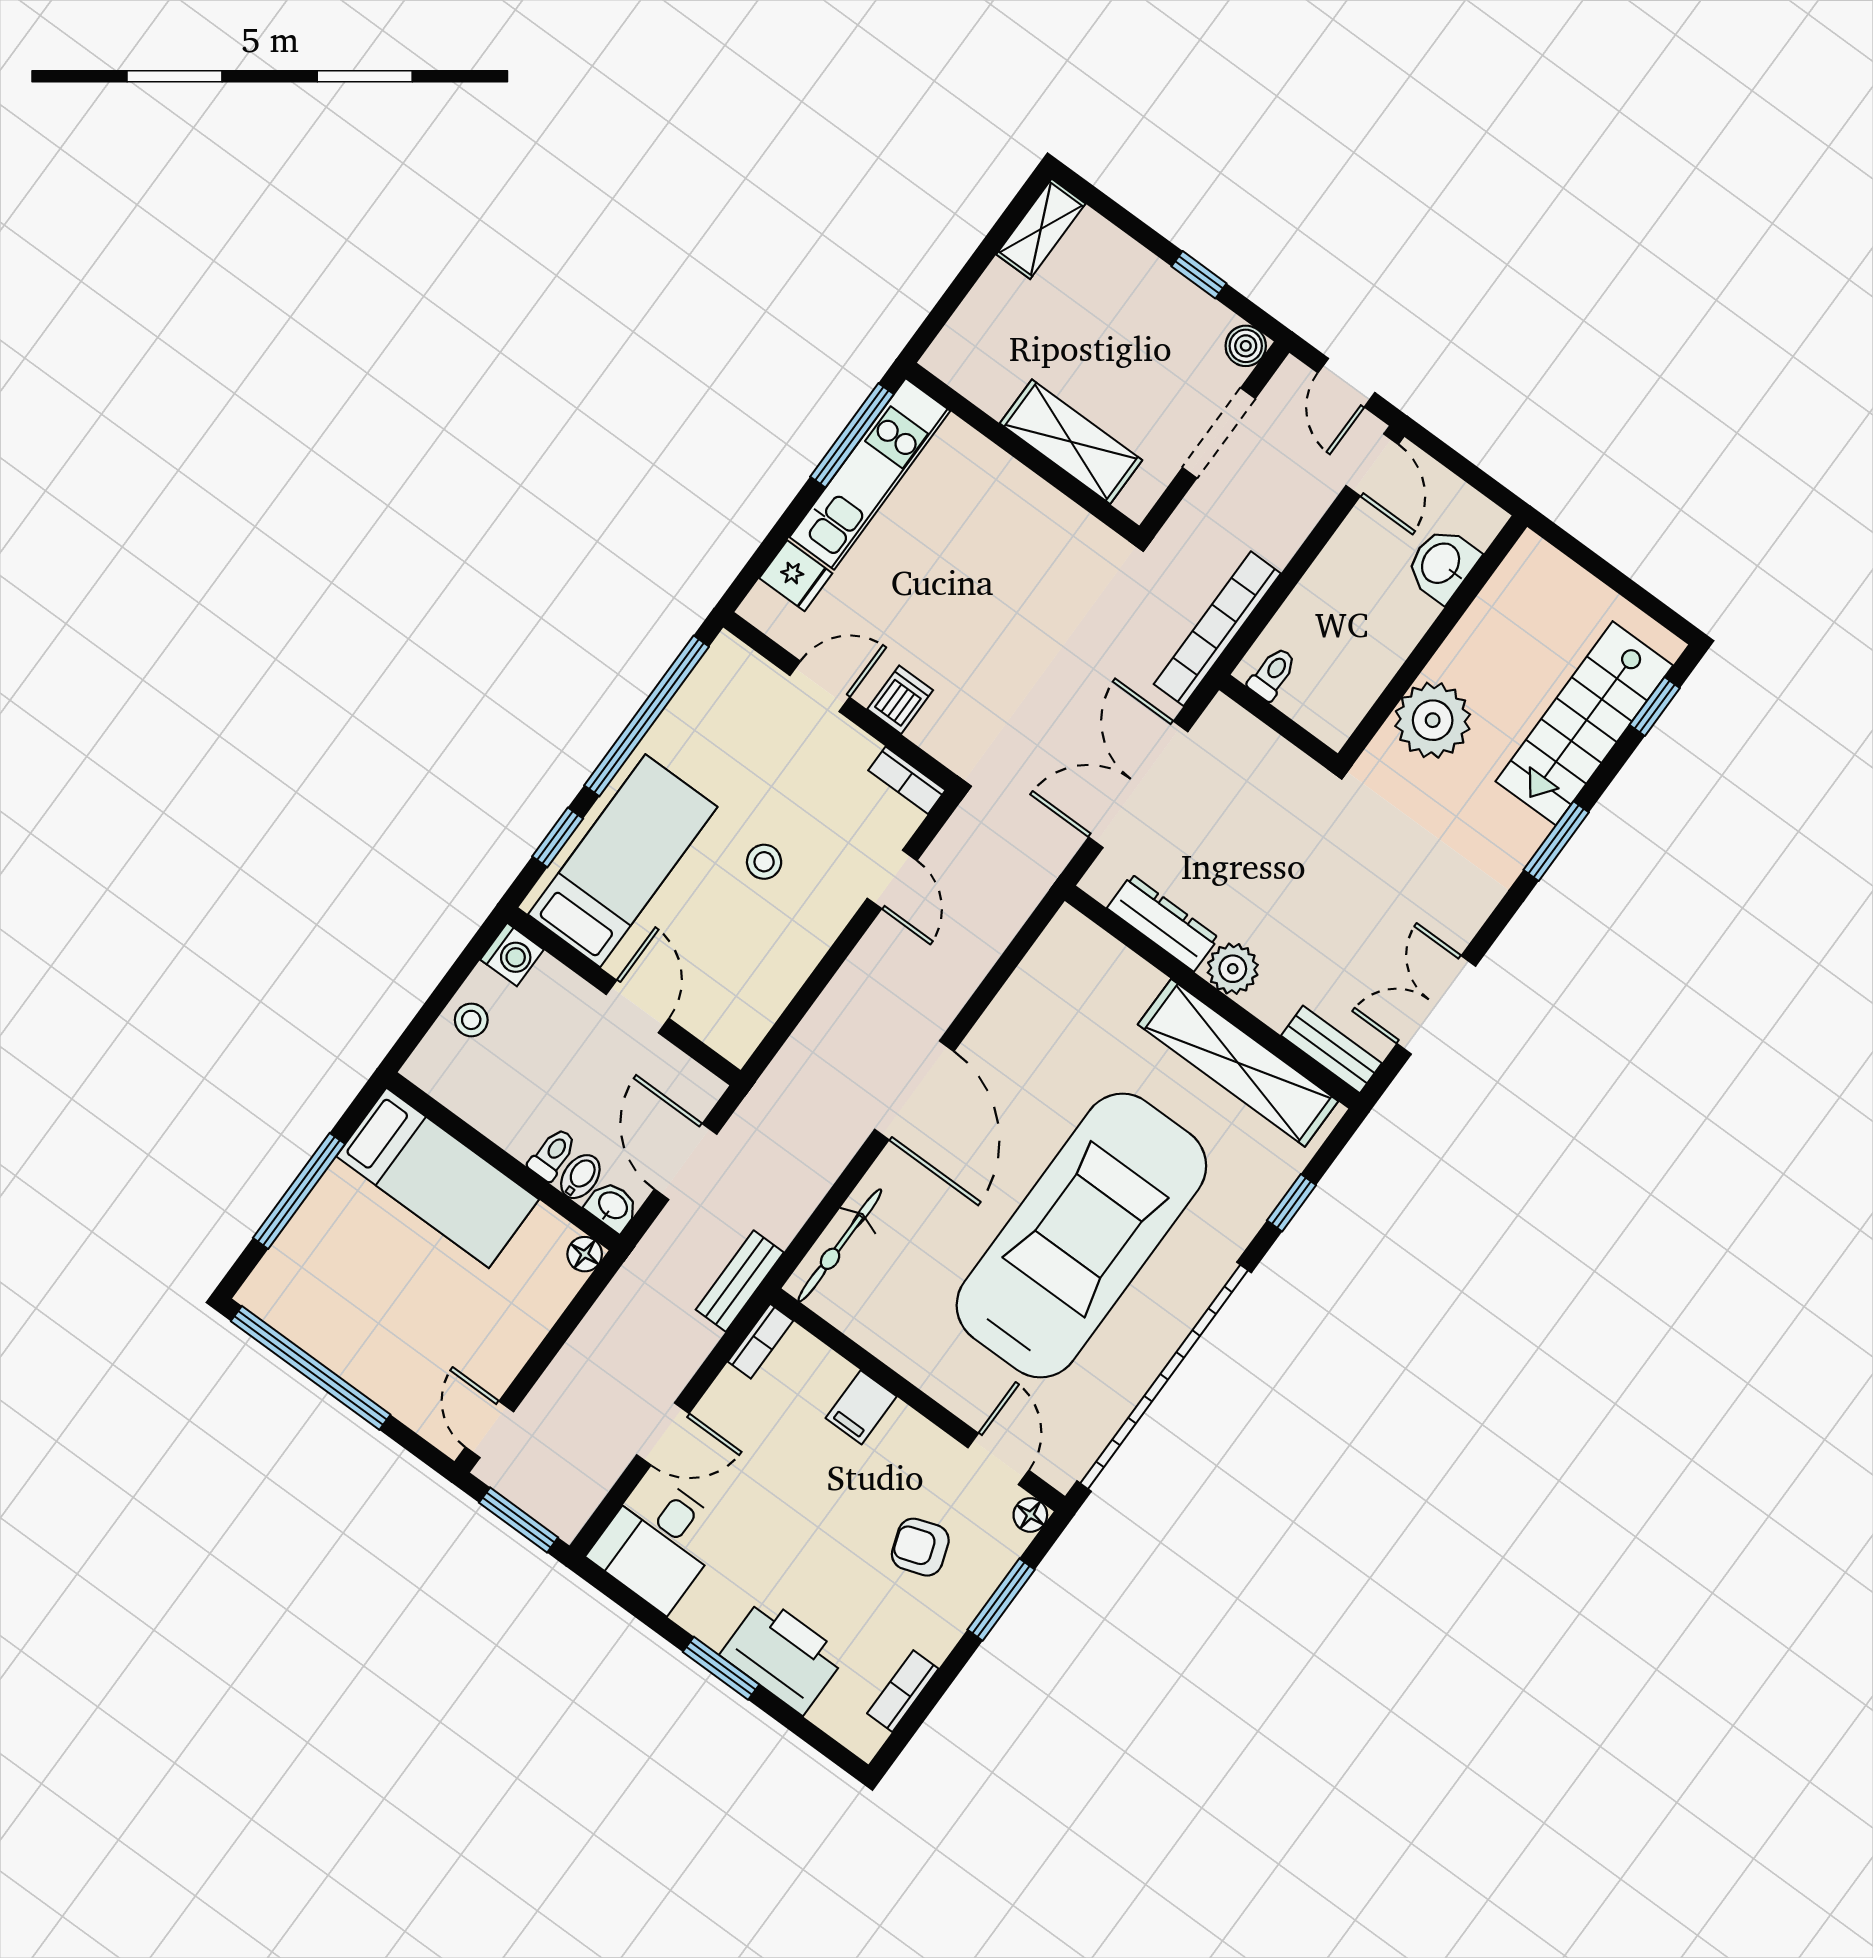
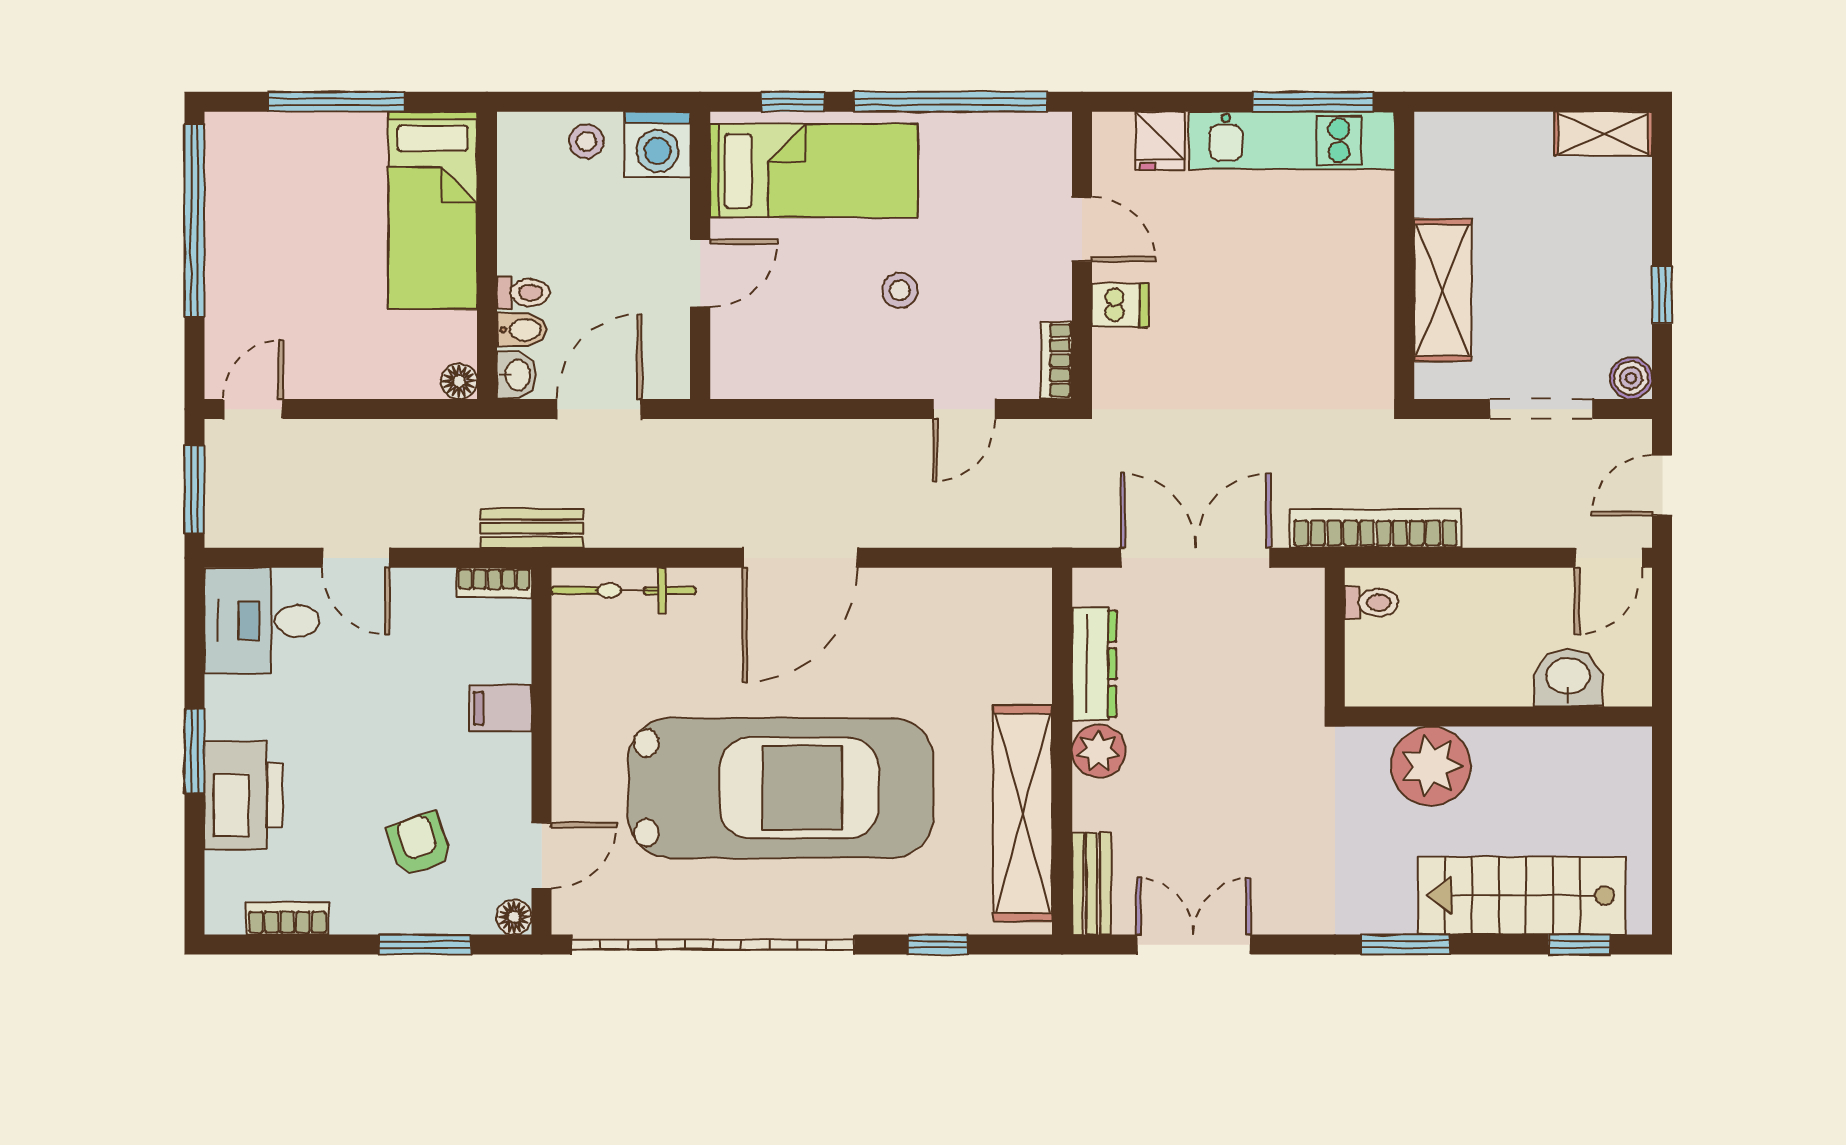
washing machine: (512, 955) -> (657, 144), width x1.38, depth x1.38

